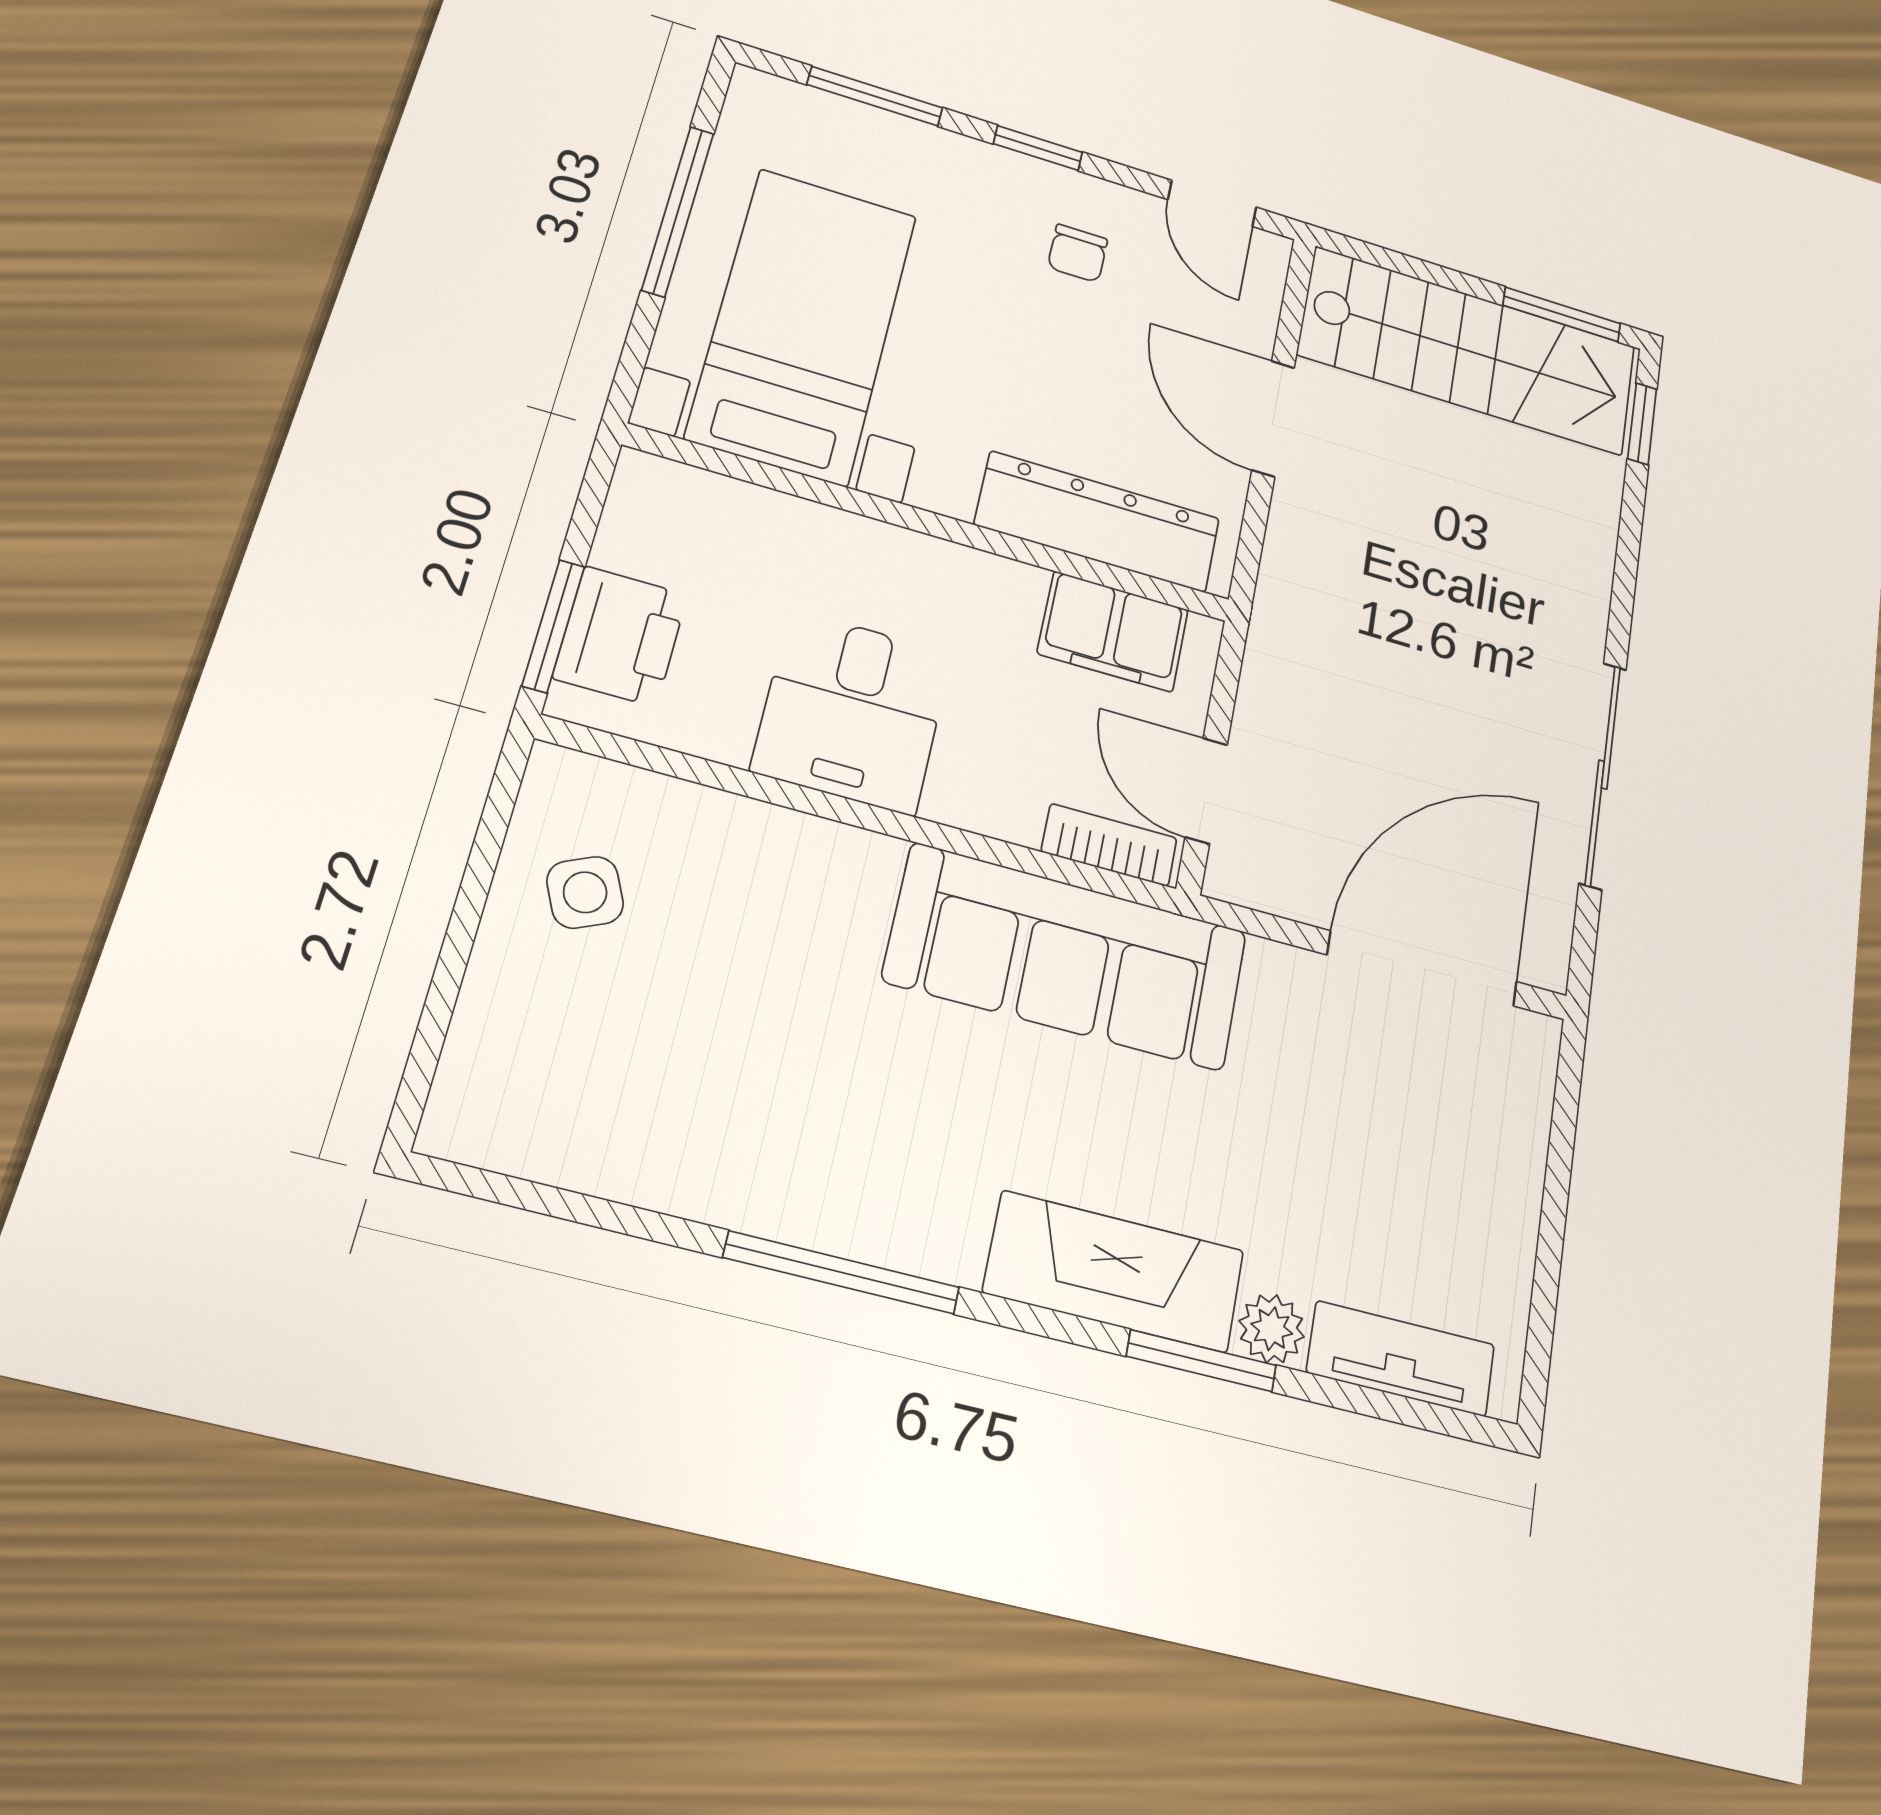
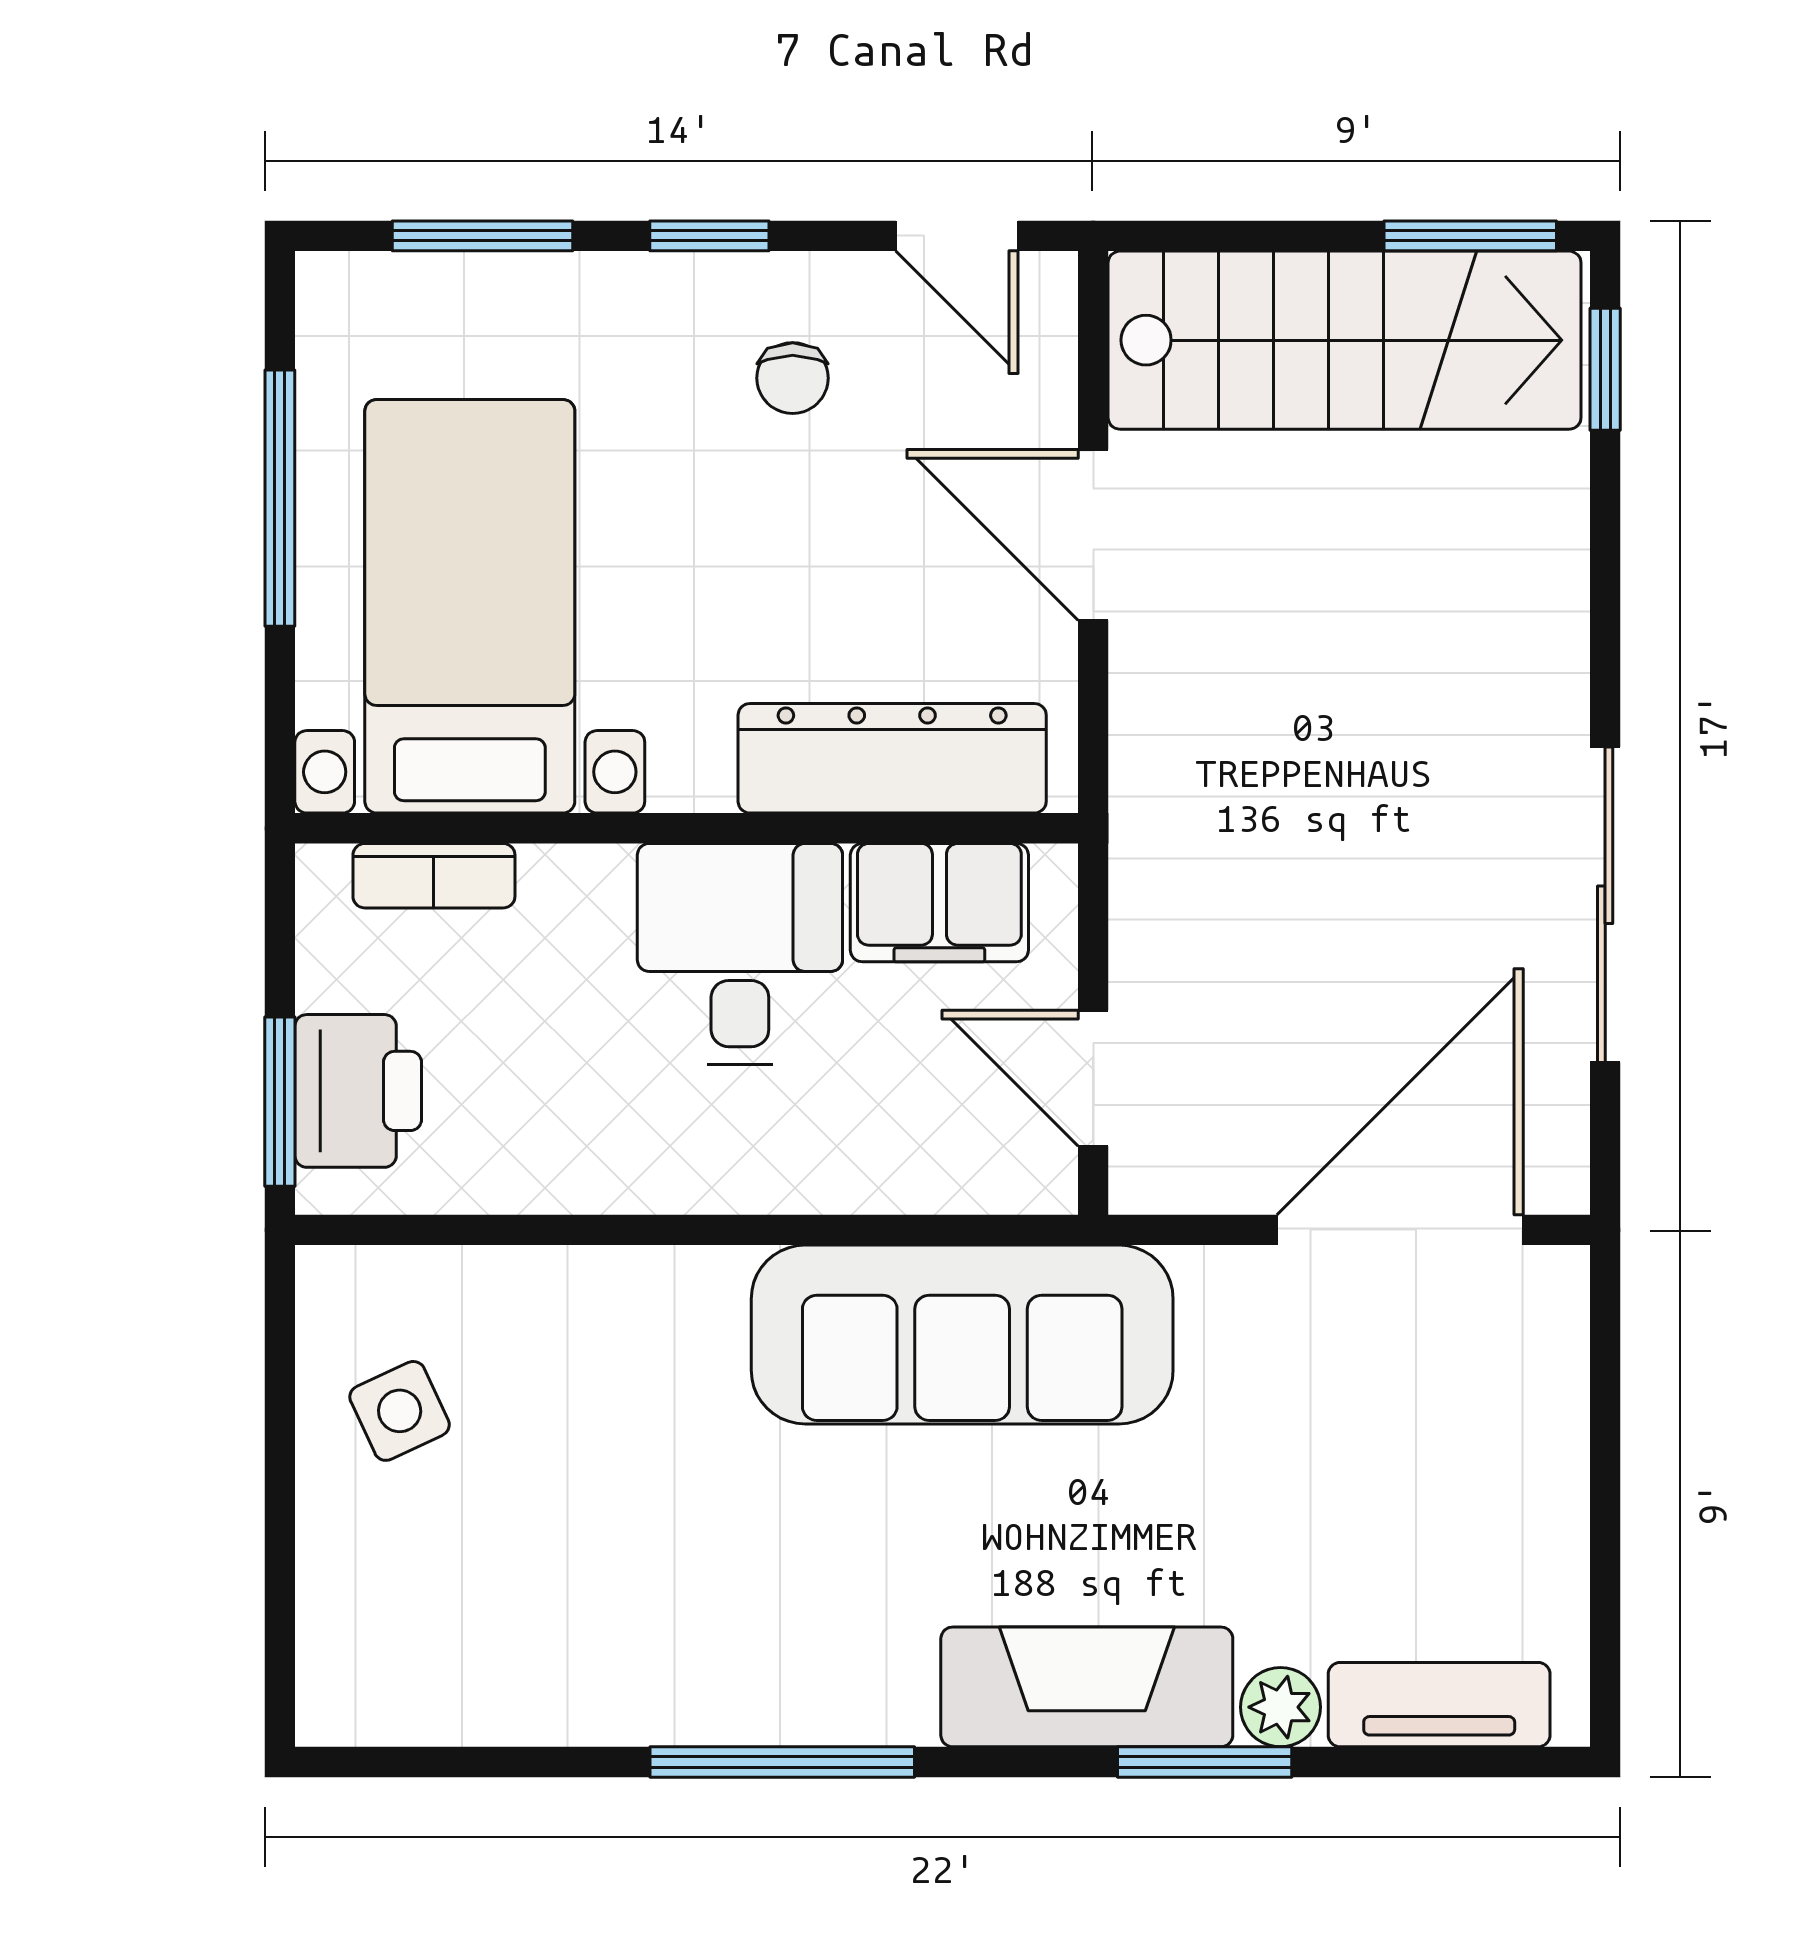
desk: (852, 712) -> (740, 954), moved, turned 180
bookcase: (1109, 845) -> (434, 876), moved, turned 180

